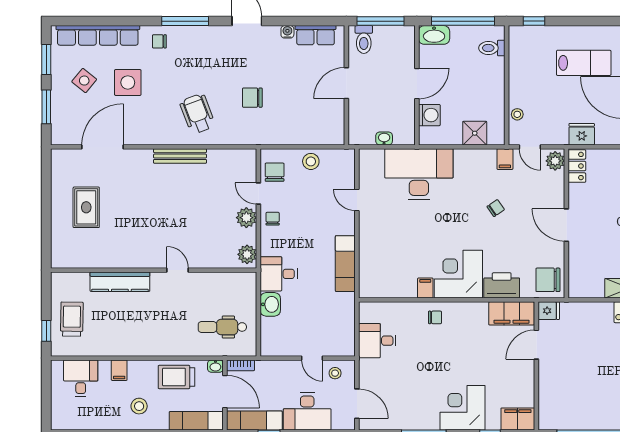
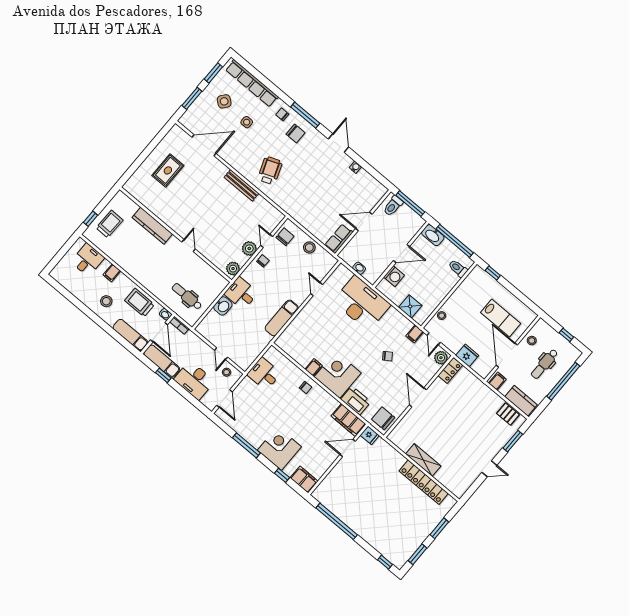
row of seats: (316, 35) -> (339, 239), moved, turned 90
side table: (128, 82) -> (247, 122), width x0.54, depth x0.54
chair: (252, 98) -> (296, 133), moved, turned 180

